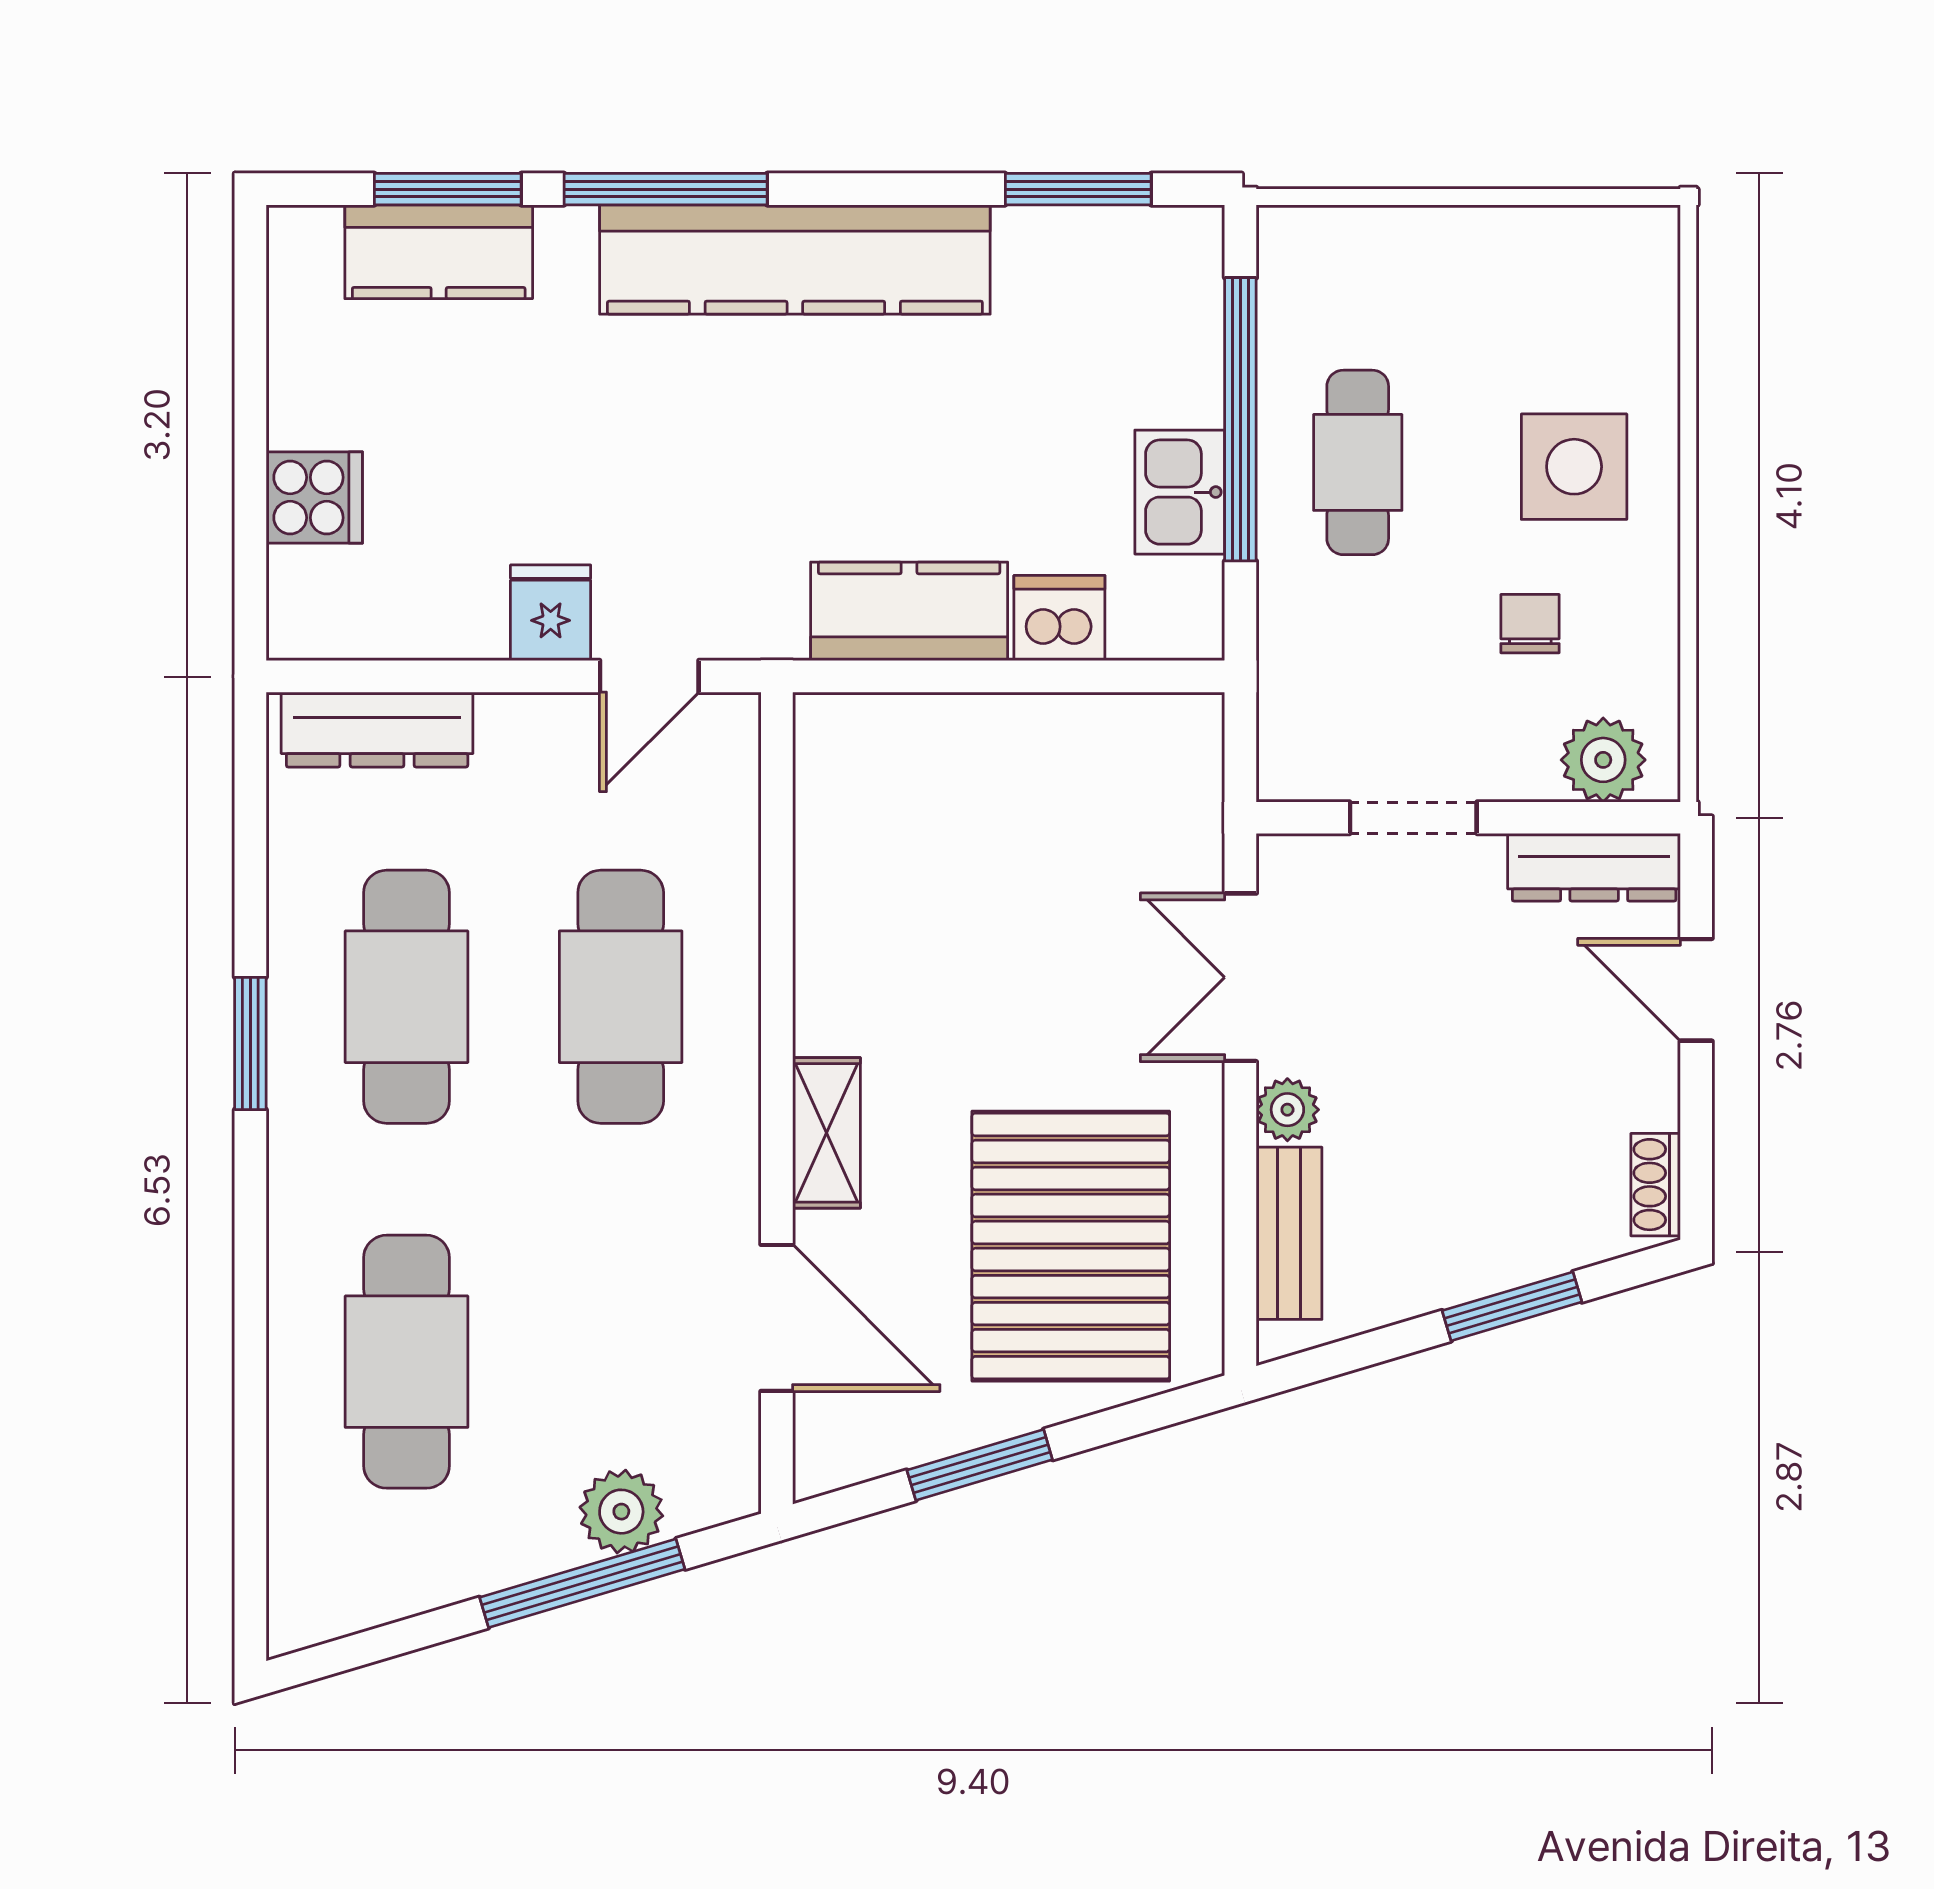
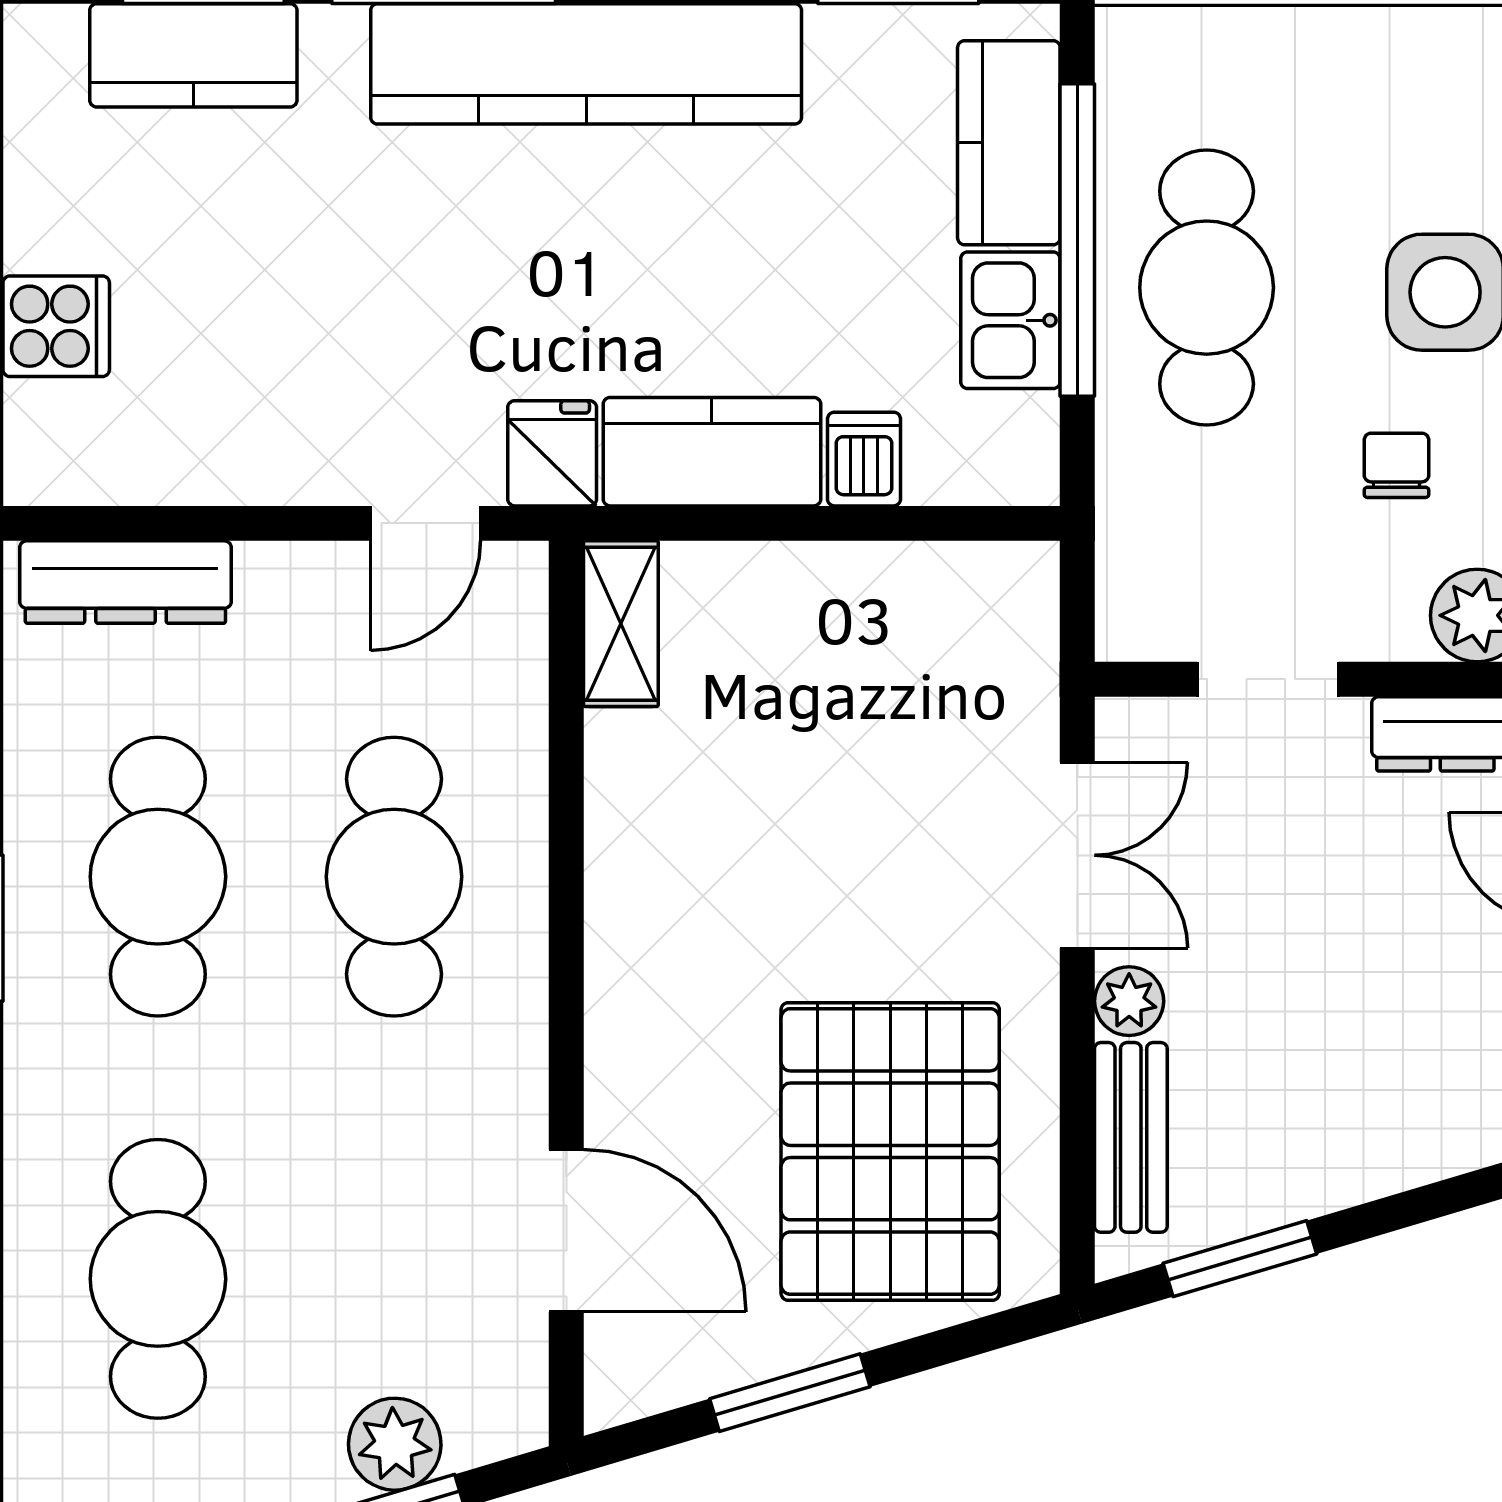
kitchen counter: (1178, 331) -> (1009, 143), added
cafe table: (1358, 462) -> (1207, 288), width x1.37, depth x1.35
fridge: (551, 613) -> (552, 453), moved
dishwasher: (1059, 618) -> (864, 459), width x0.73
double door: (1240, 977) -> (1077, 855), swing flipped
shelving: (826, 1133) -> (621, 624), moved
window: (1512, 1306) -> (1240, 1259), moved

